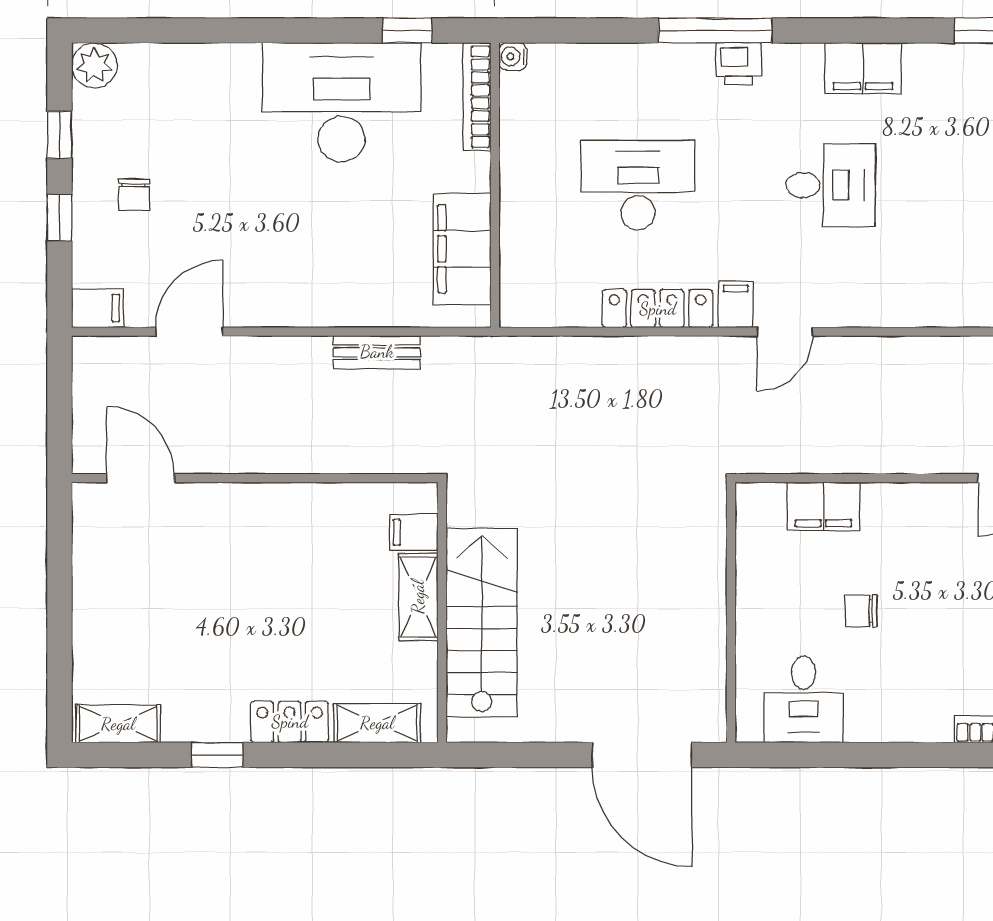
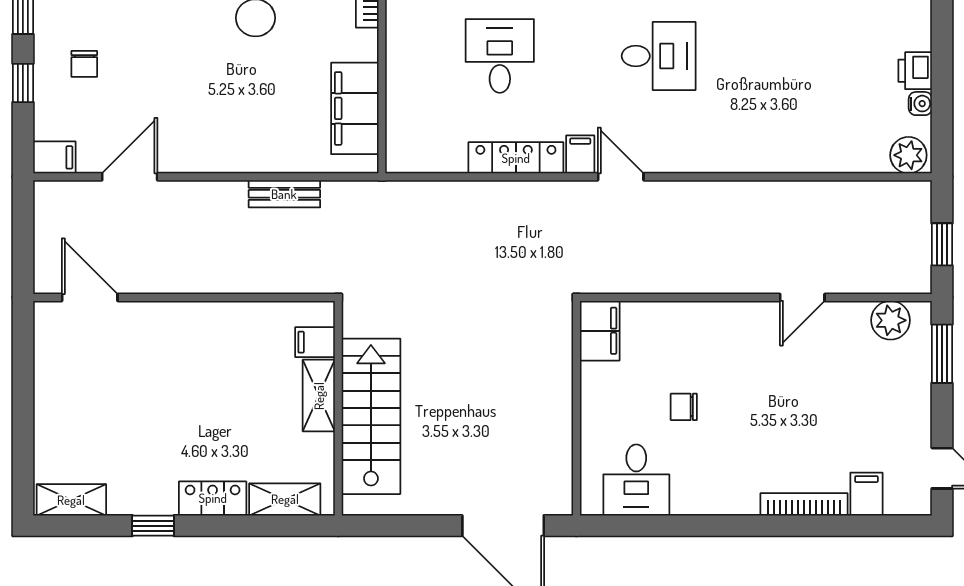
desk: (638, 185) -> (500, 56), width x0.73
door: (785, 332) -> (621, 177), swing flipped
filing cabinet: (823, 506) -> (600, 331), moved, turned -90

